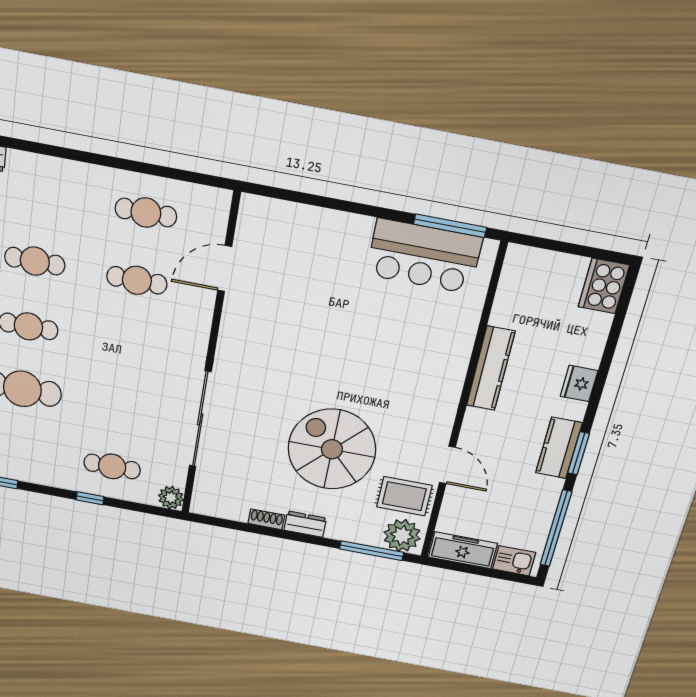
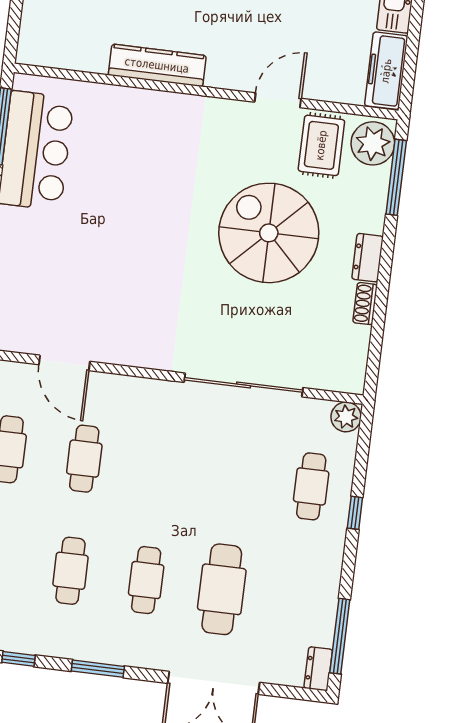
spiral stairs: (332, 449) -> (269, 233), turned 90

